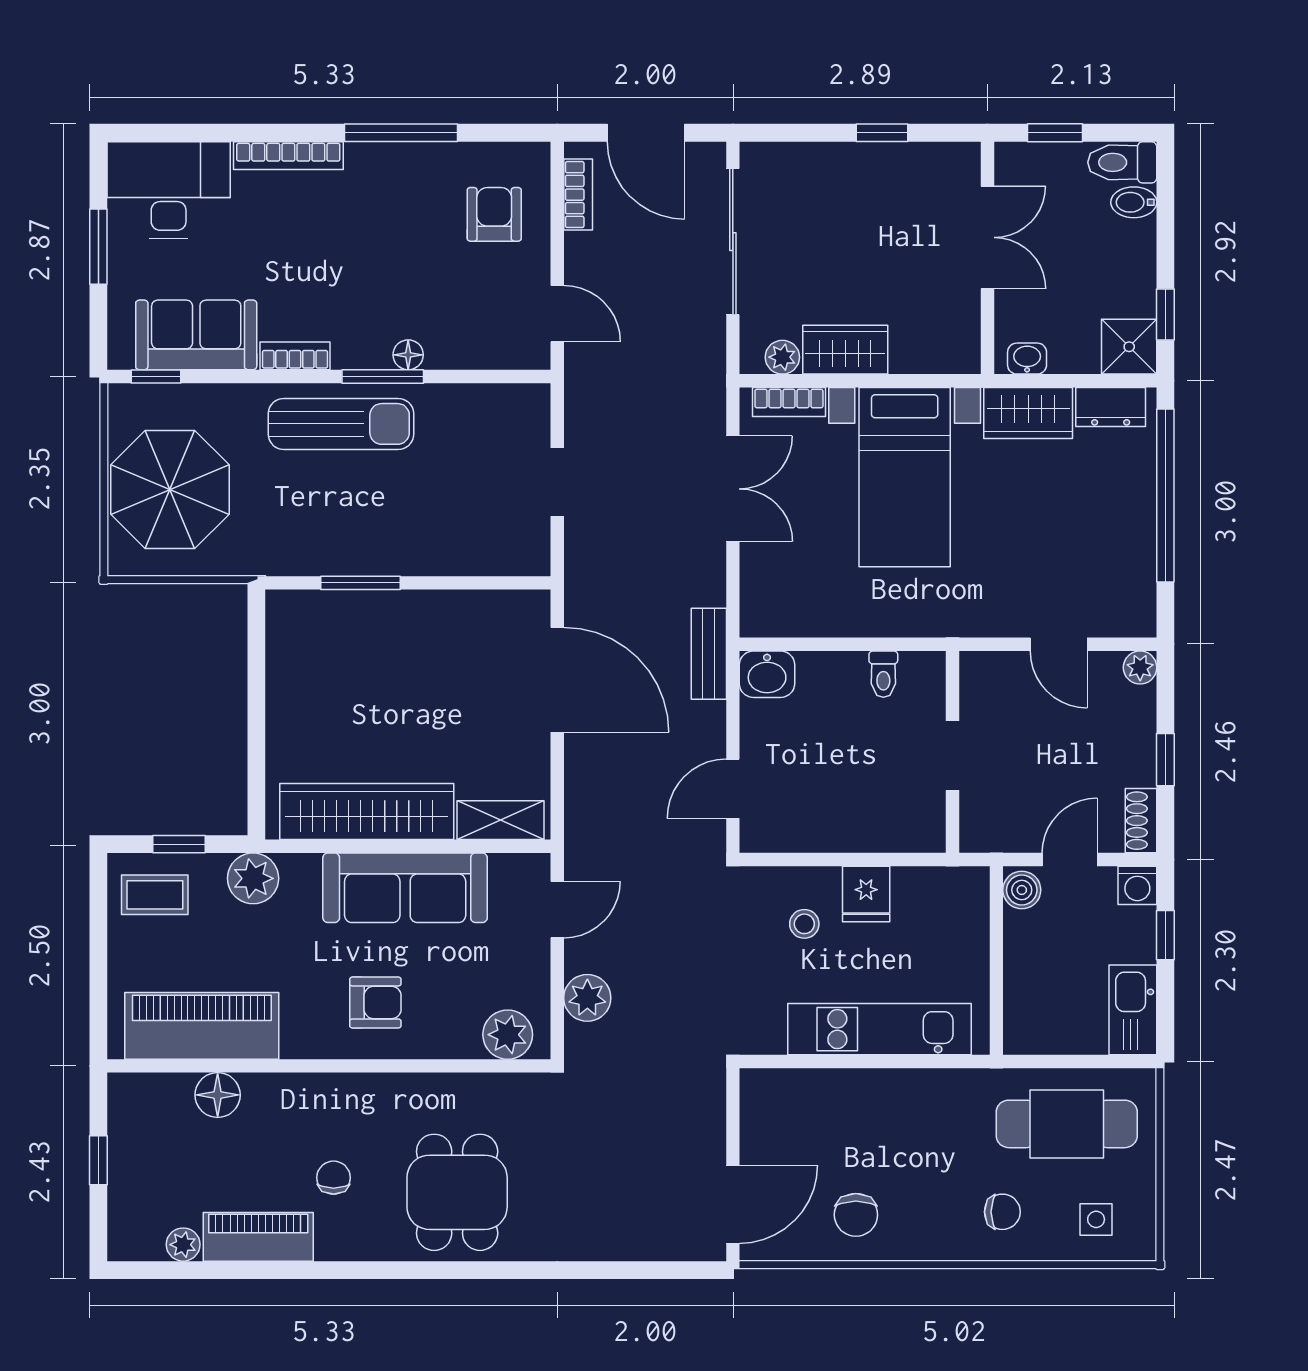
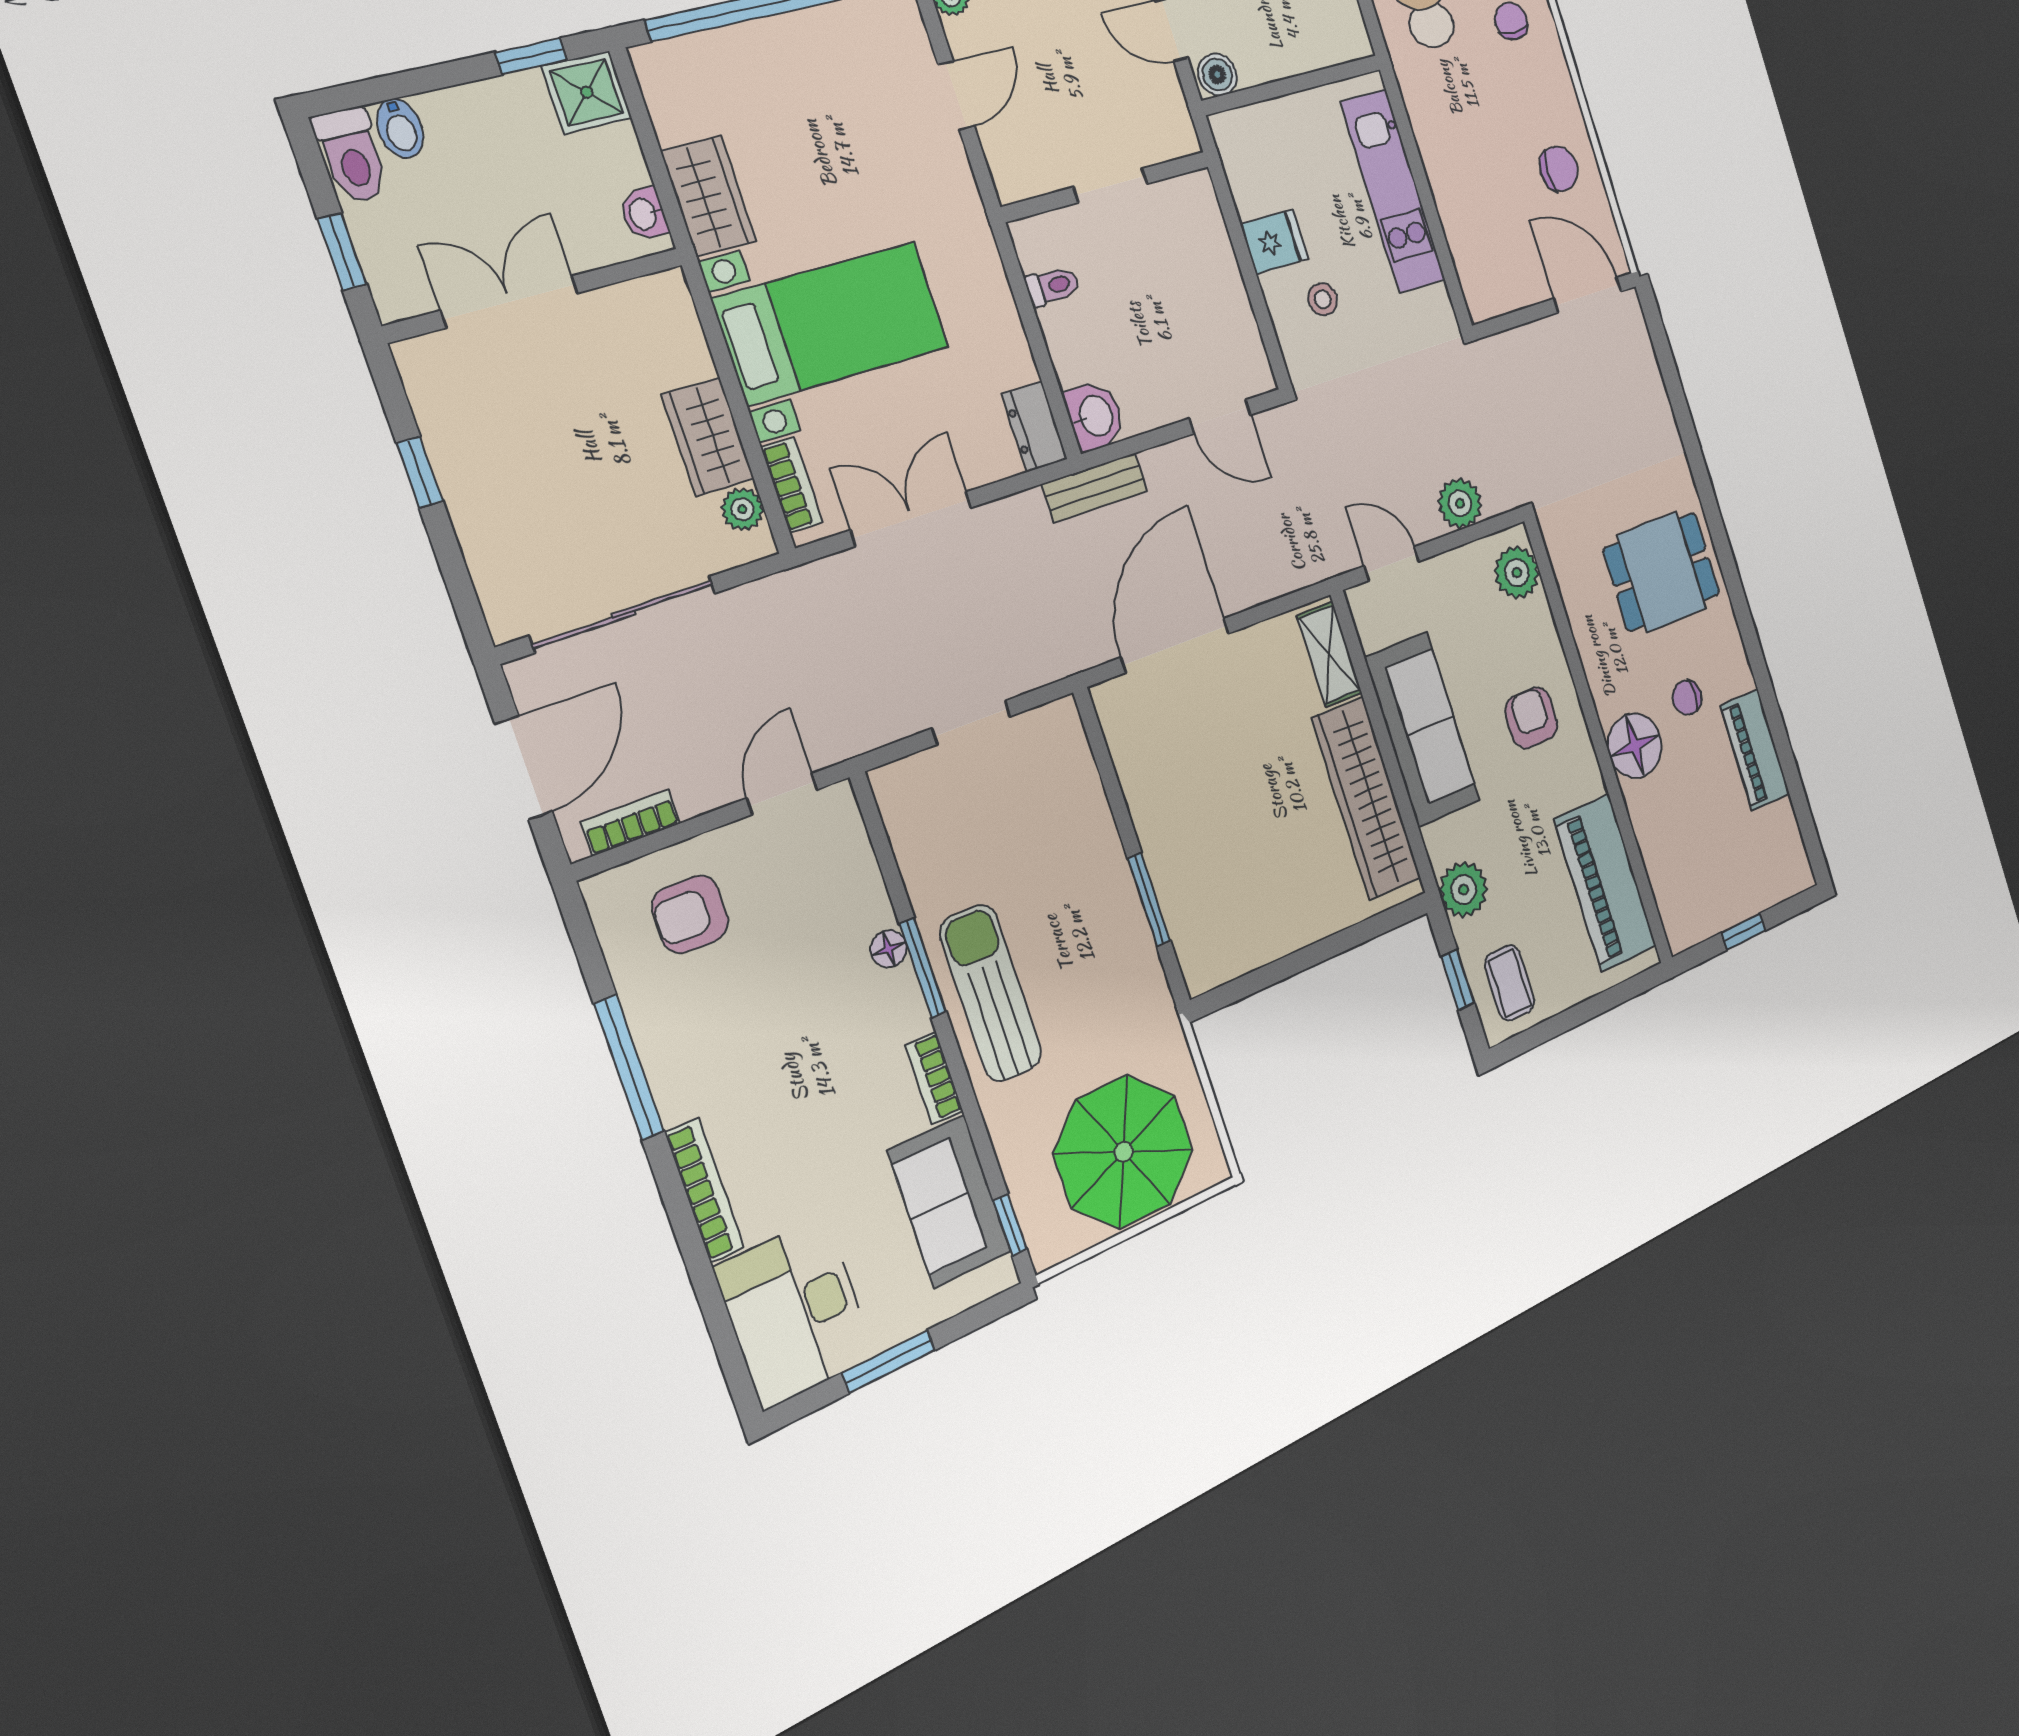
dresser: (1111, 407) -> (1034, 426), moved, turned 180
floor lamp: (218, 1095) -> (1635, 746), moved, width x1.38, depth x1.38
plant: (183, 1245) -> (1783, 819), removed

